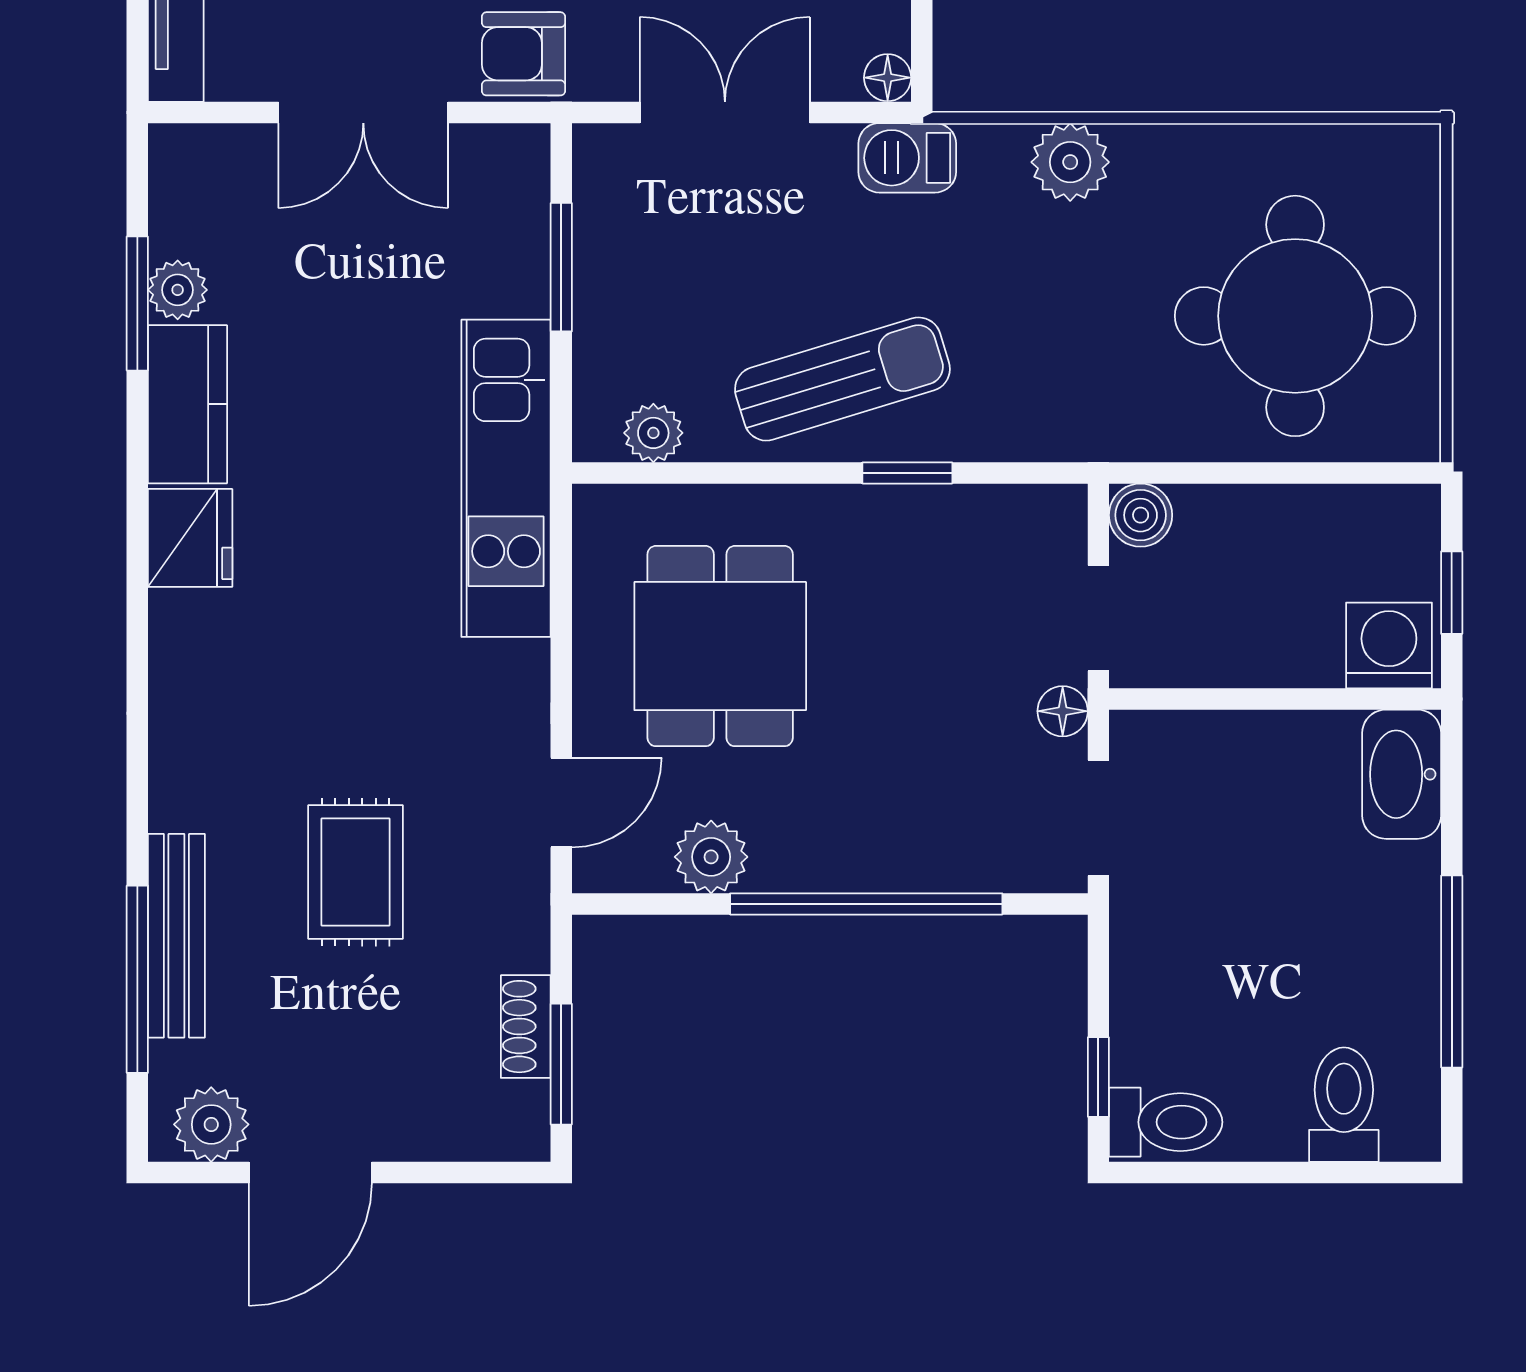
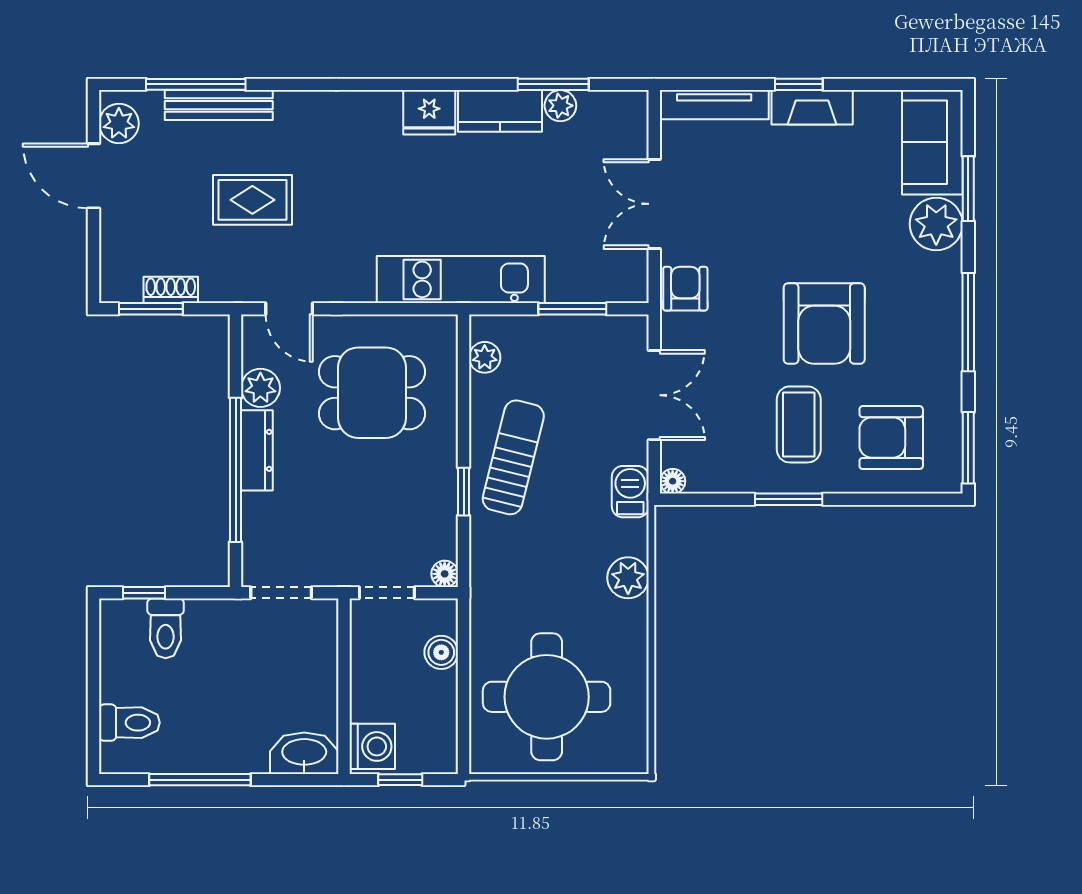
sun lounger: (842, 379) -> (513, 457), turned -149
boiler: (1141, 515) -> (441, 652), moved
floor lamp: (1063, 711) -> (445, 574), moved
dresser: (829, 864) -> (257, 450), added
toilet: (1166, 1122) -> (166, 628), moved

